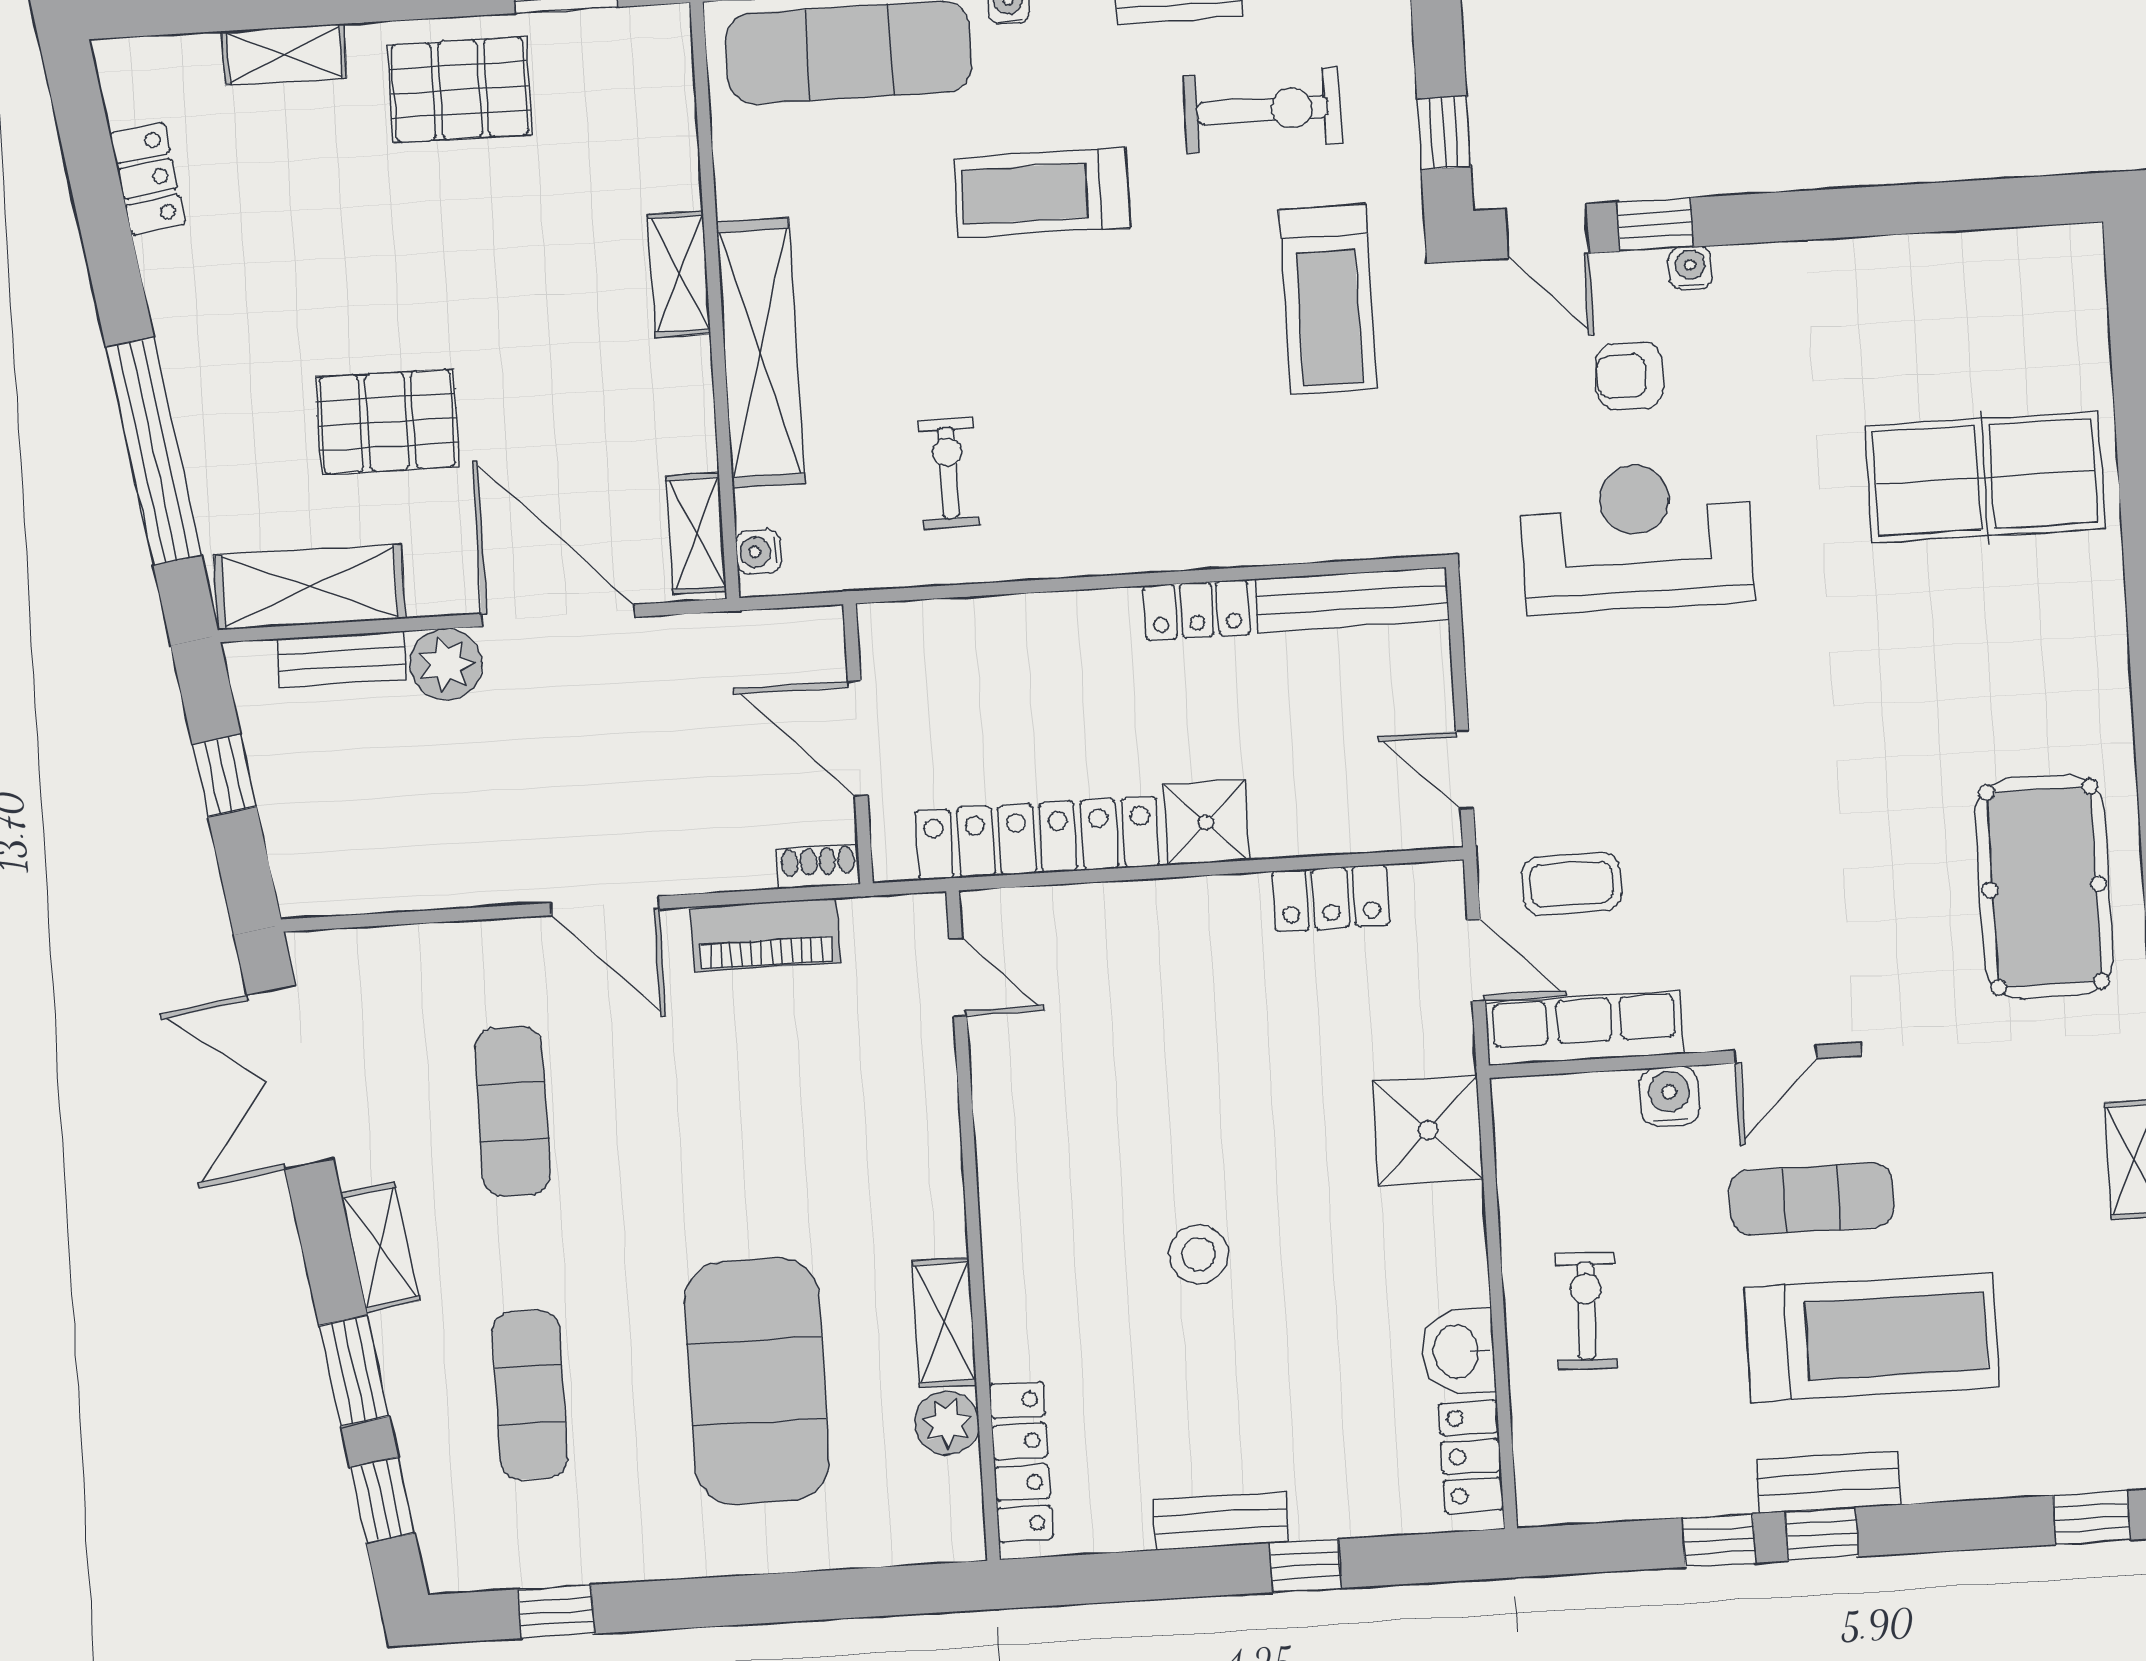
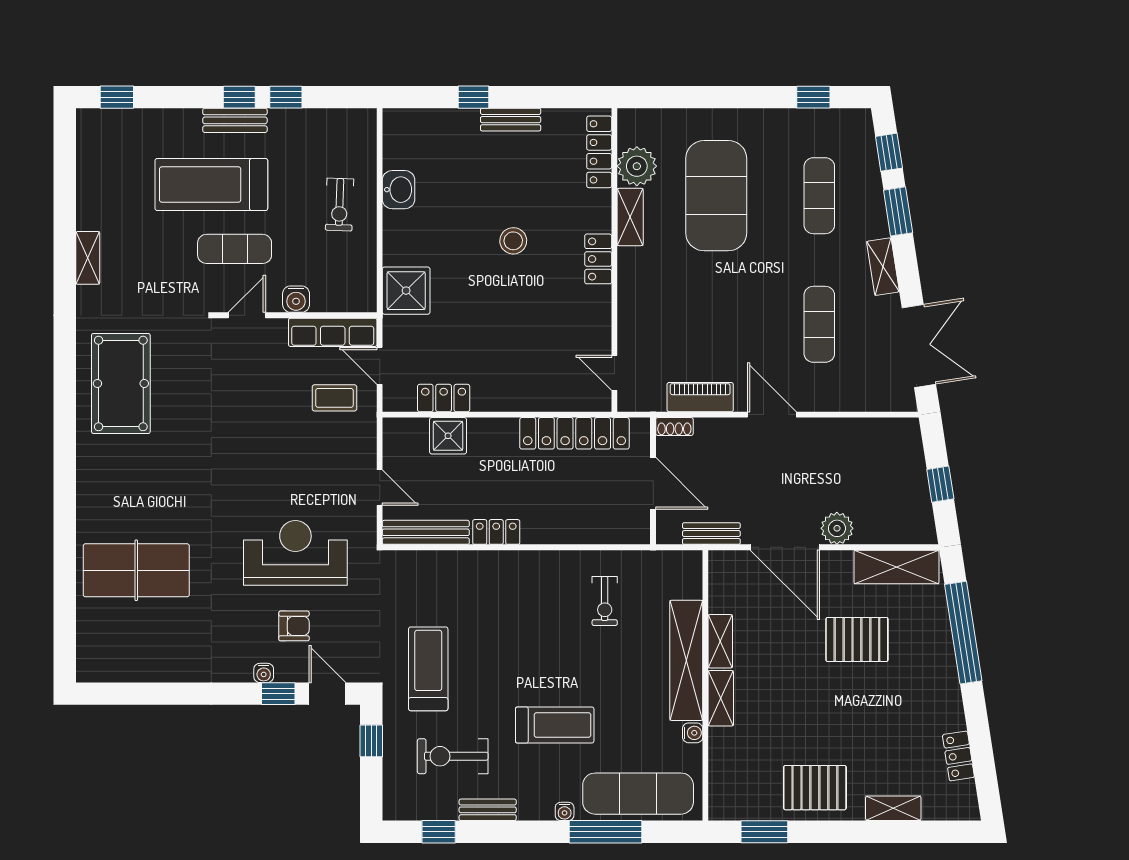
shelving: (696, 533) -> (720, 641), moved
reception desk: (1636, 537) -> (295, 553), turned 180
water cooler: (758, 552) -> (693, 733), moved
bench: (341, 659) -> (711, 534), moved
door: (1465, 770) -> (380, 488), moved
shower: (1206, 822) -> (448, 436), moved
plant: (947, 1423) -> (637, 166), width x1.36, depth x1.36
locker: (1471, 1457) -> (598, 259), moved, turned 180

